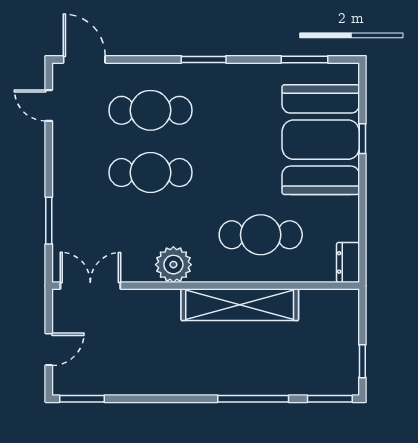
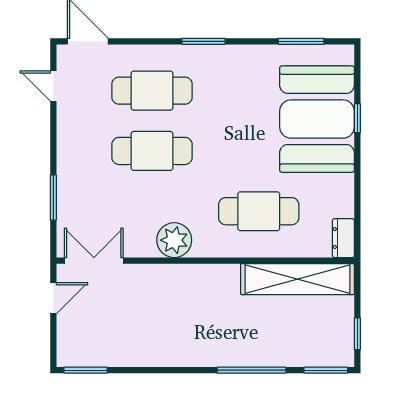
shelving: (240, 305) -> (297, 279), moved
door: (49, 349) -> (53, 298), moved

